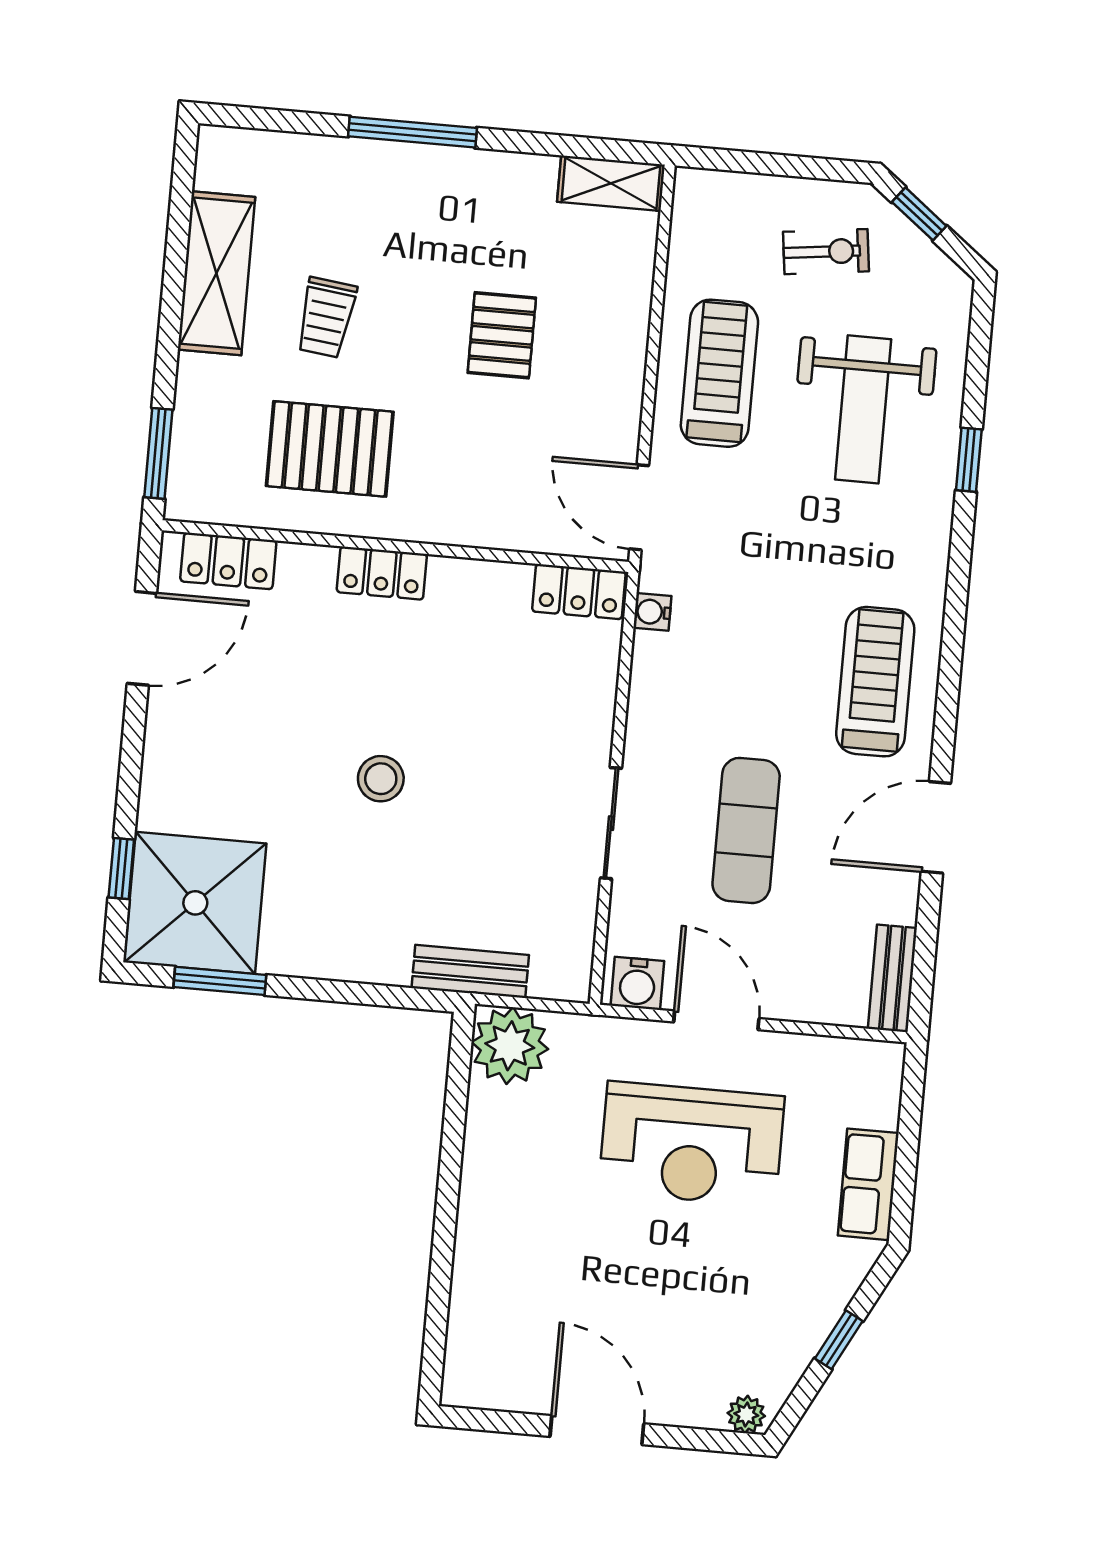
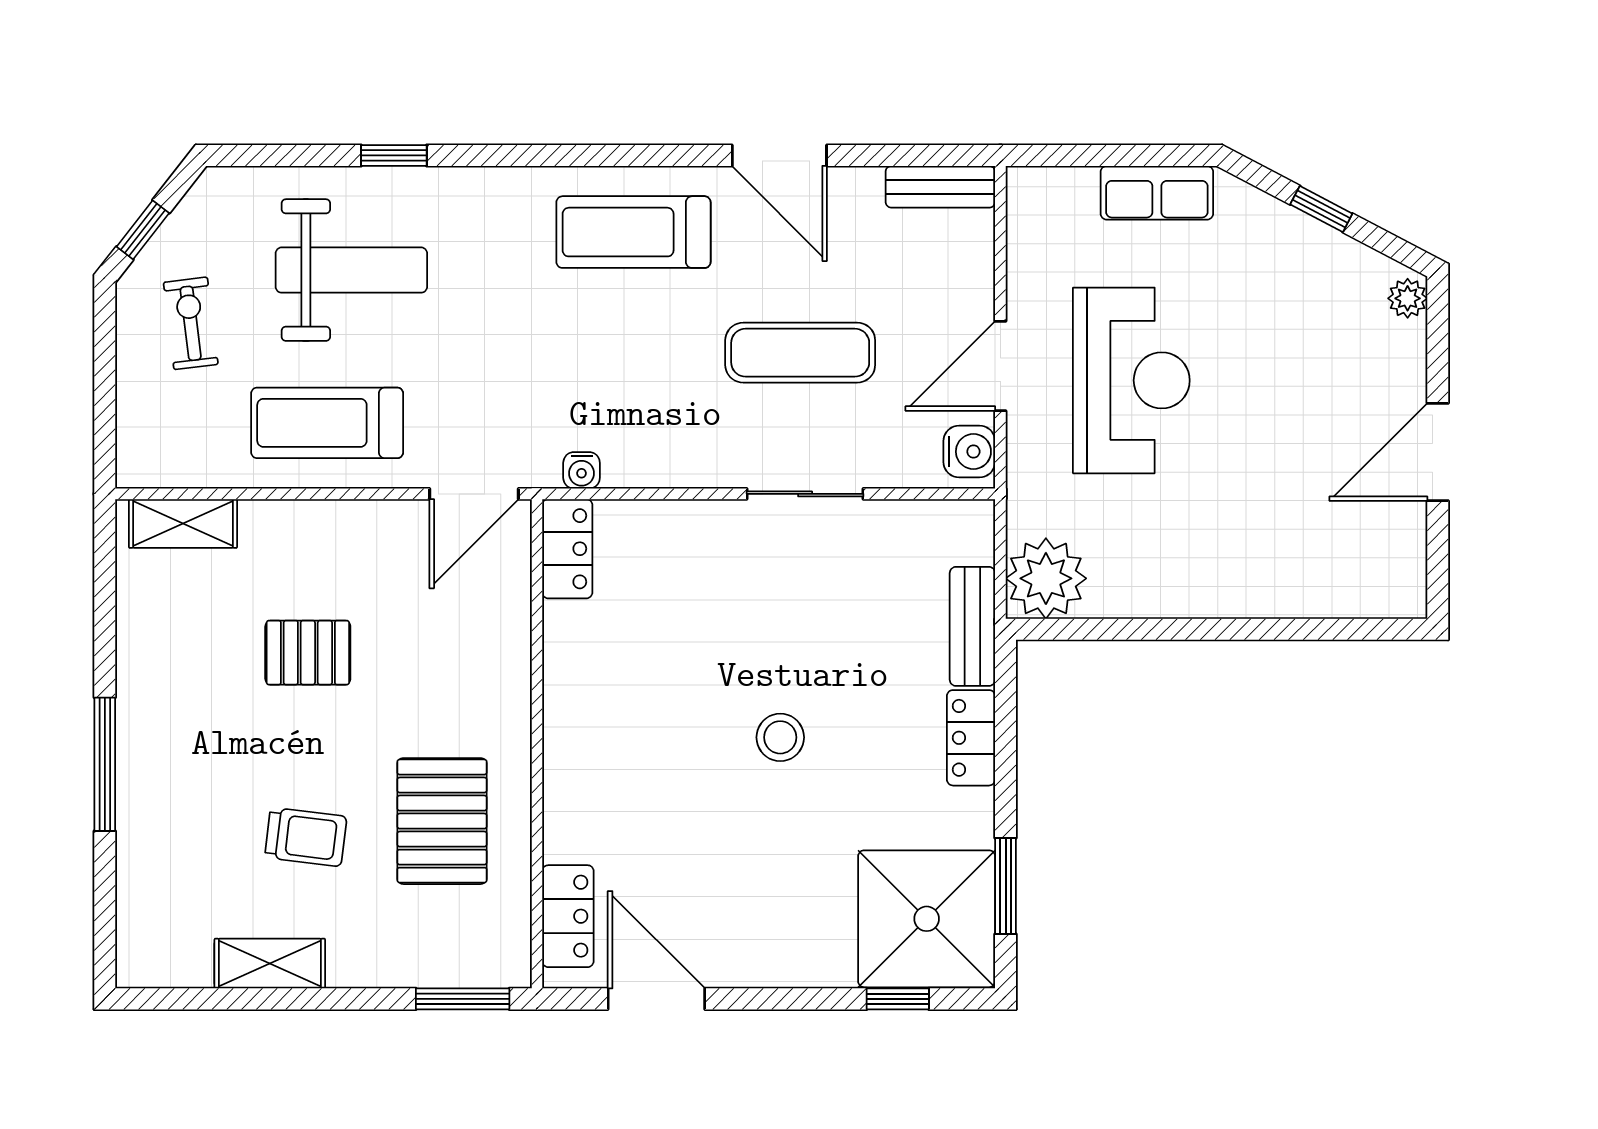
shelving: (611, 183) -> (183, 523), moved, turned 90
shelving: (216, 273) -> (270, 964), width x0.67, depth x0.75
locker: (382, 573) -> (971, 738), moved, turned 180

